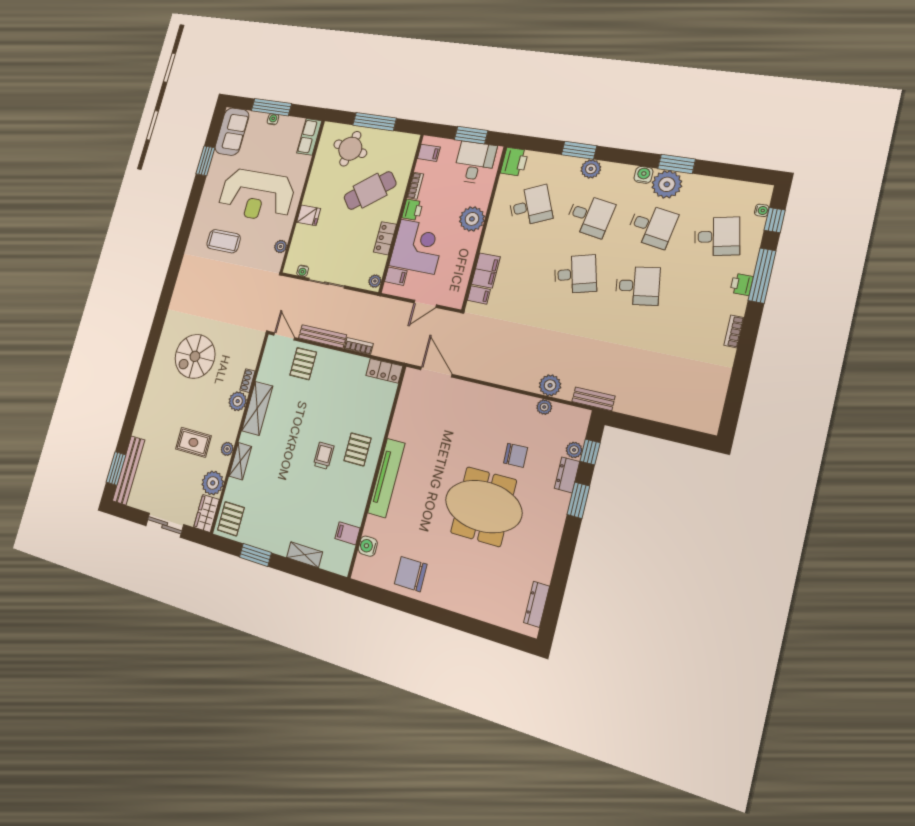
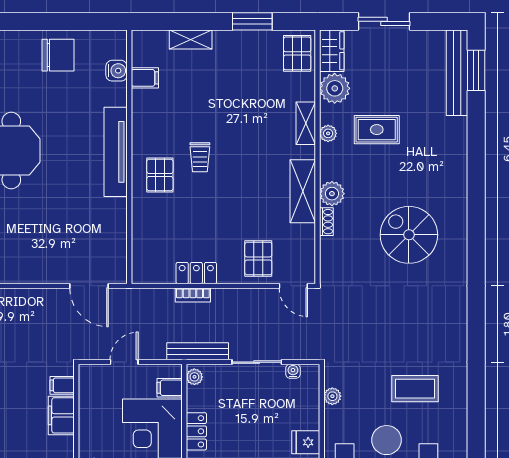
bench: (322, 336) -> (198, 351), moved
spiral stairs: (195, 356) -> (409, 235), turned -90
locker: (384, 371) -> (196, 273), moved

